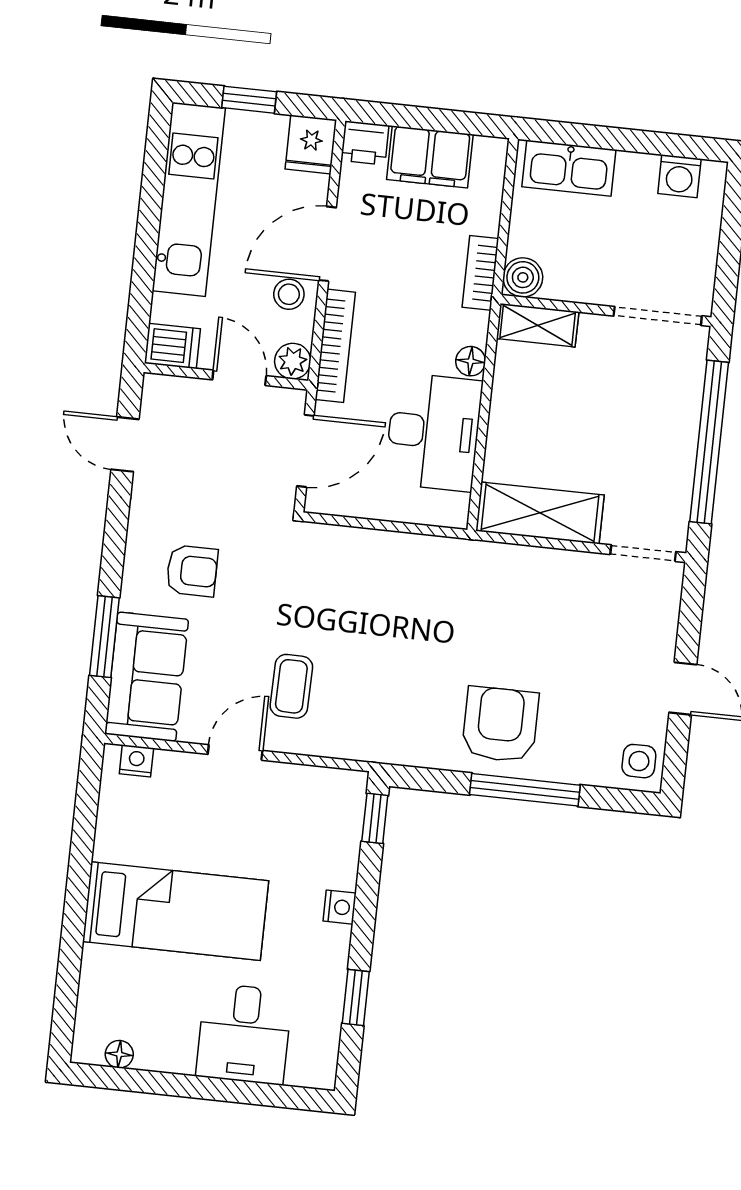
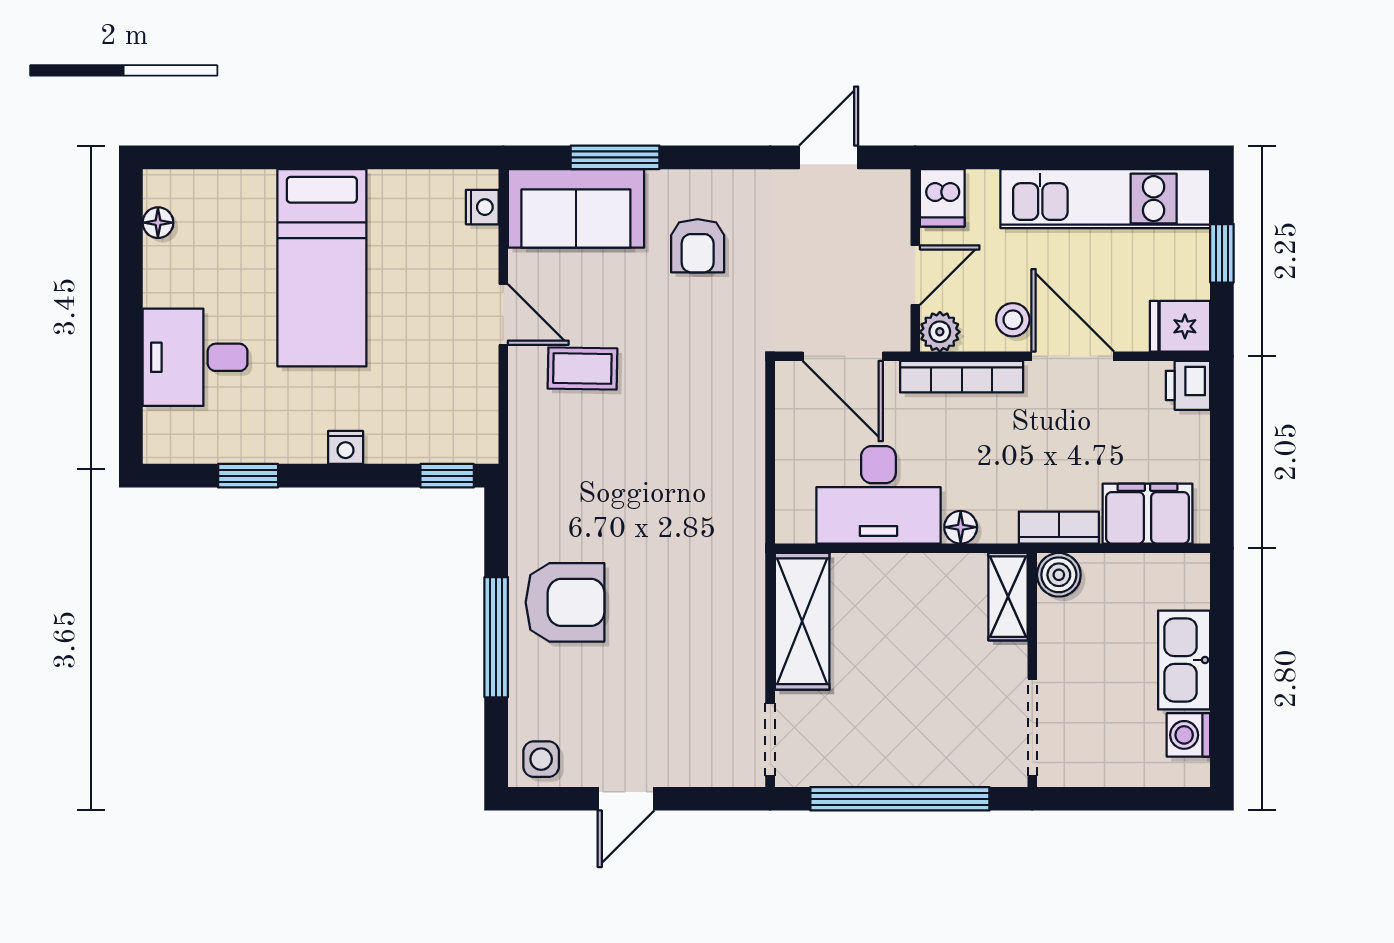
filing cabinet: (430, 157) -> (1148, 514), moved, turned 90
kitchen sink: (569, 168) -> (1184, 660), moved

